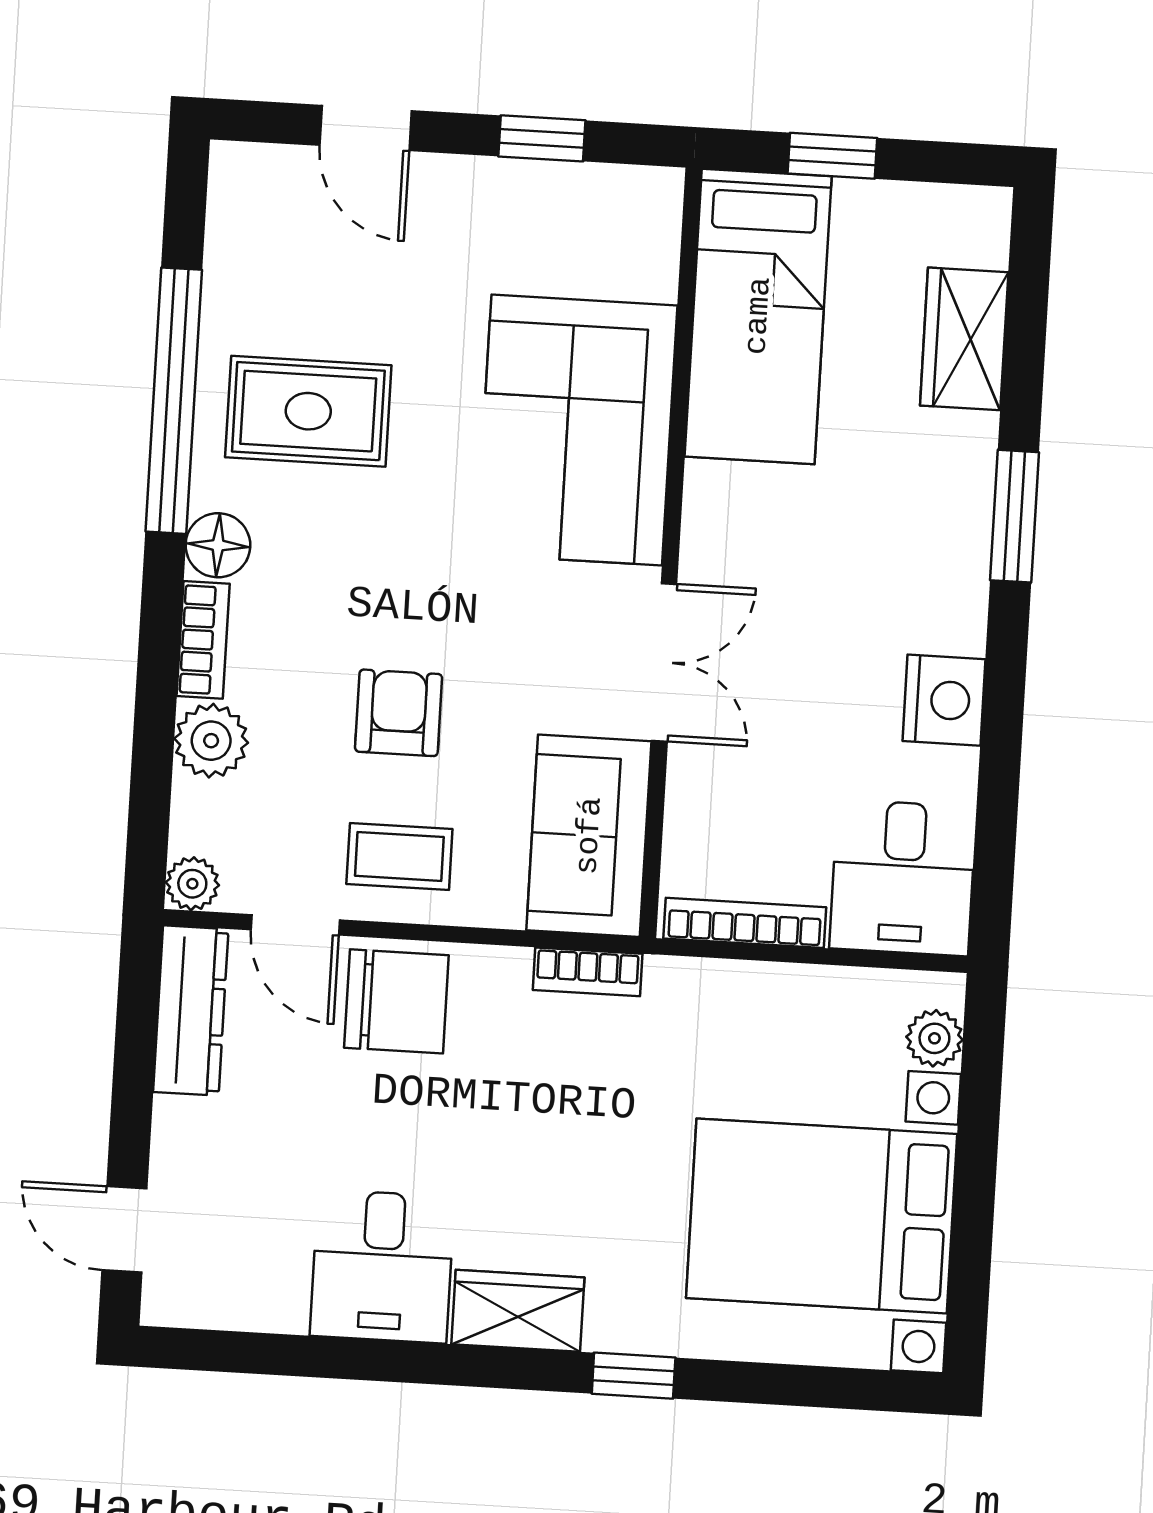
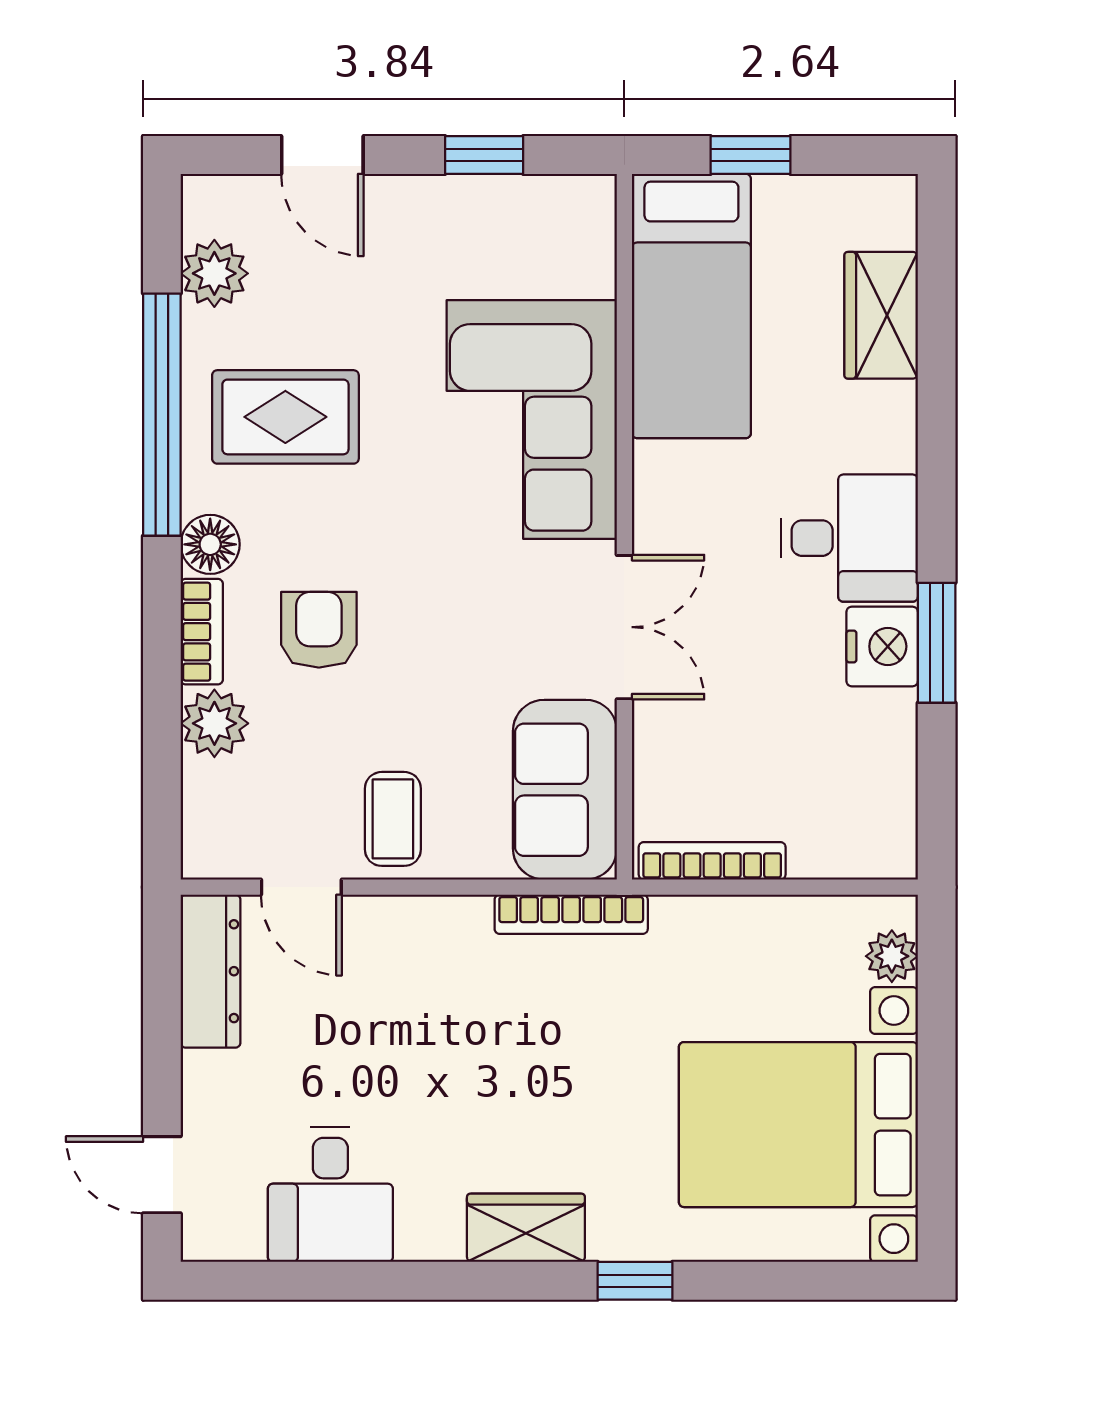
window: (1015, 516) -> (937, 643), moved
armchair: (399, 713) -> (319, 630), moved
coffee table: (399, 856) -> (393, 819), turned 90
desk: (903, 878) -> (849, 538), moved, turned -90
plant: (192, 884) -> (214, 273), moved, width x1.38, depth x1.38
bookcase: (588, 972) -> (571, 914), width x1.56
chair: (396, 1001) -> (398, 952), removed
desk: (382, 1266) -> (330, 1195), moved

